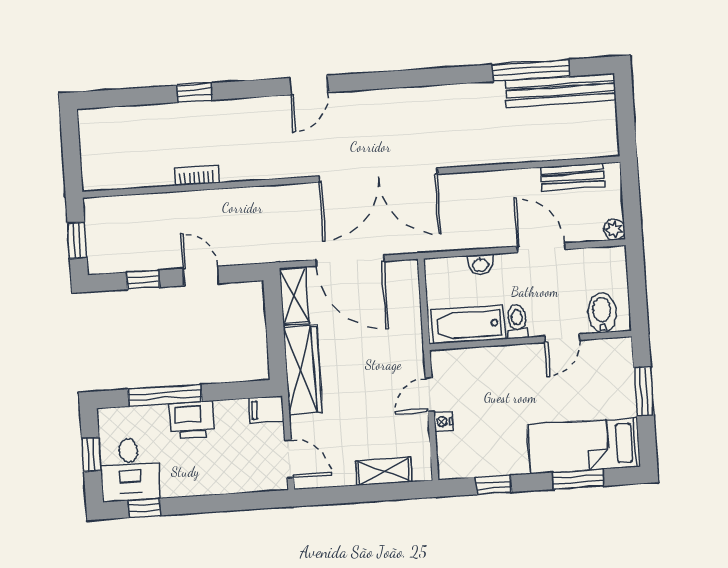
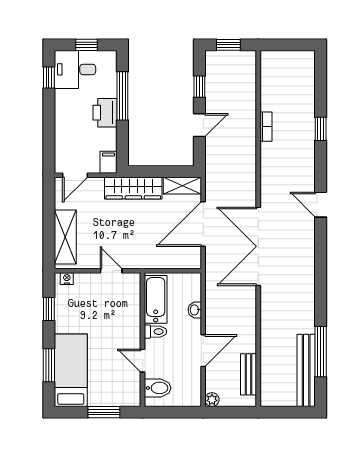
nightstand: (443, 422) -> (67, 279), moved
shelving: (384, 471) -> (65, 237), width x1.50, depth x1.33

